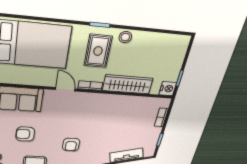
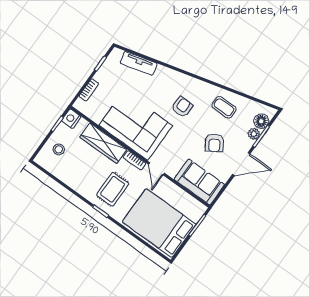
stool: (125, 37) -> (59, 149), moved
corner sofa: (105, 112) -> (136, 125), added
armchair: (25, 134) -> (215, 143), turned 57

